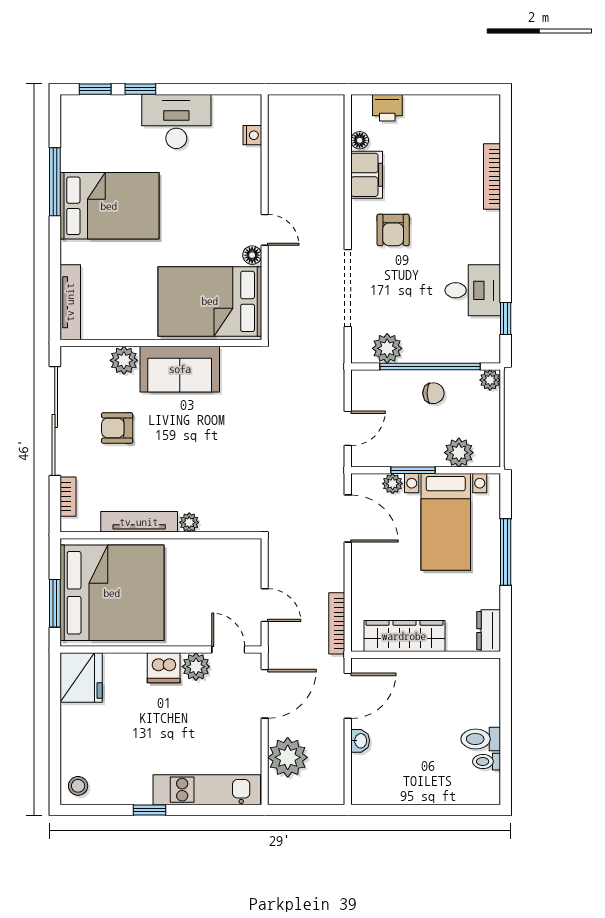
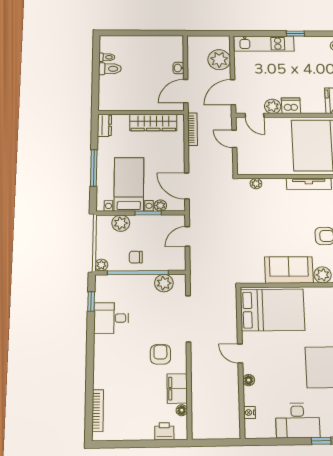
bookcase: (492, 176) -> (98, 411), moved
floor lamp: (252, 255) -> (249, 380), moved
plant: (189, 522) -> (256, 184), moved

